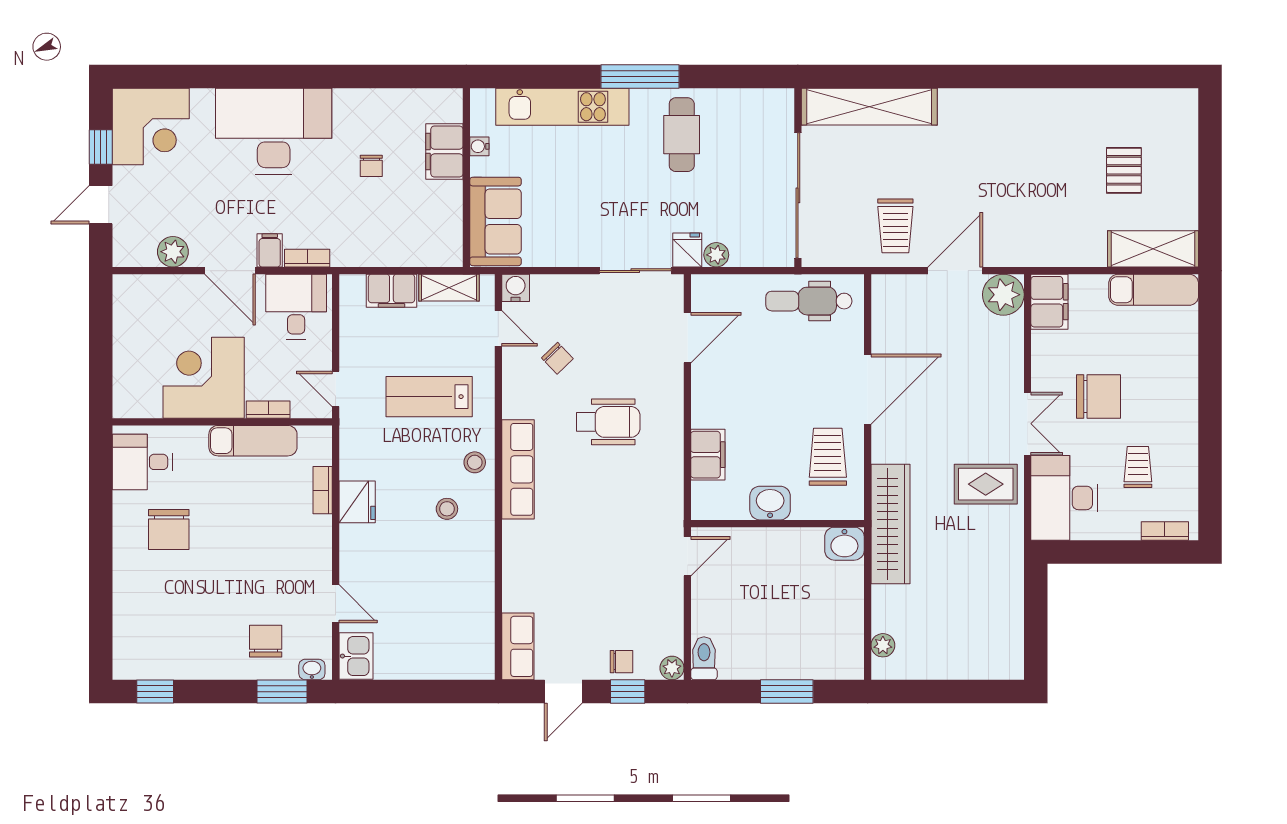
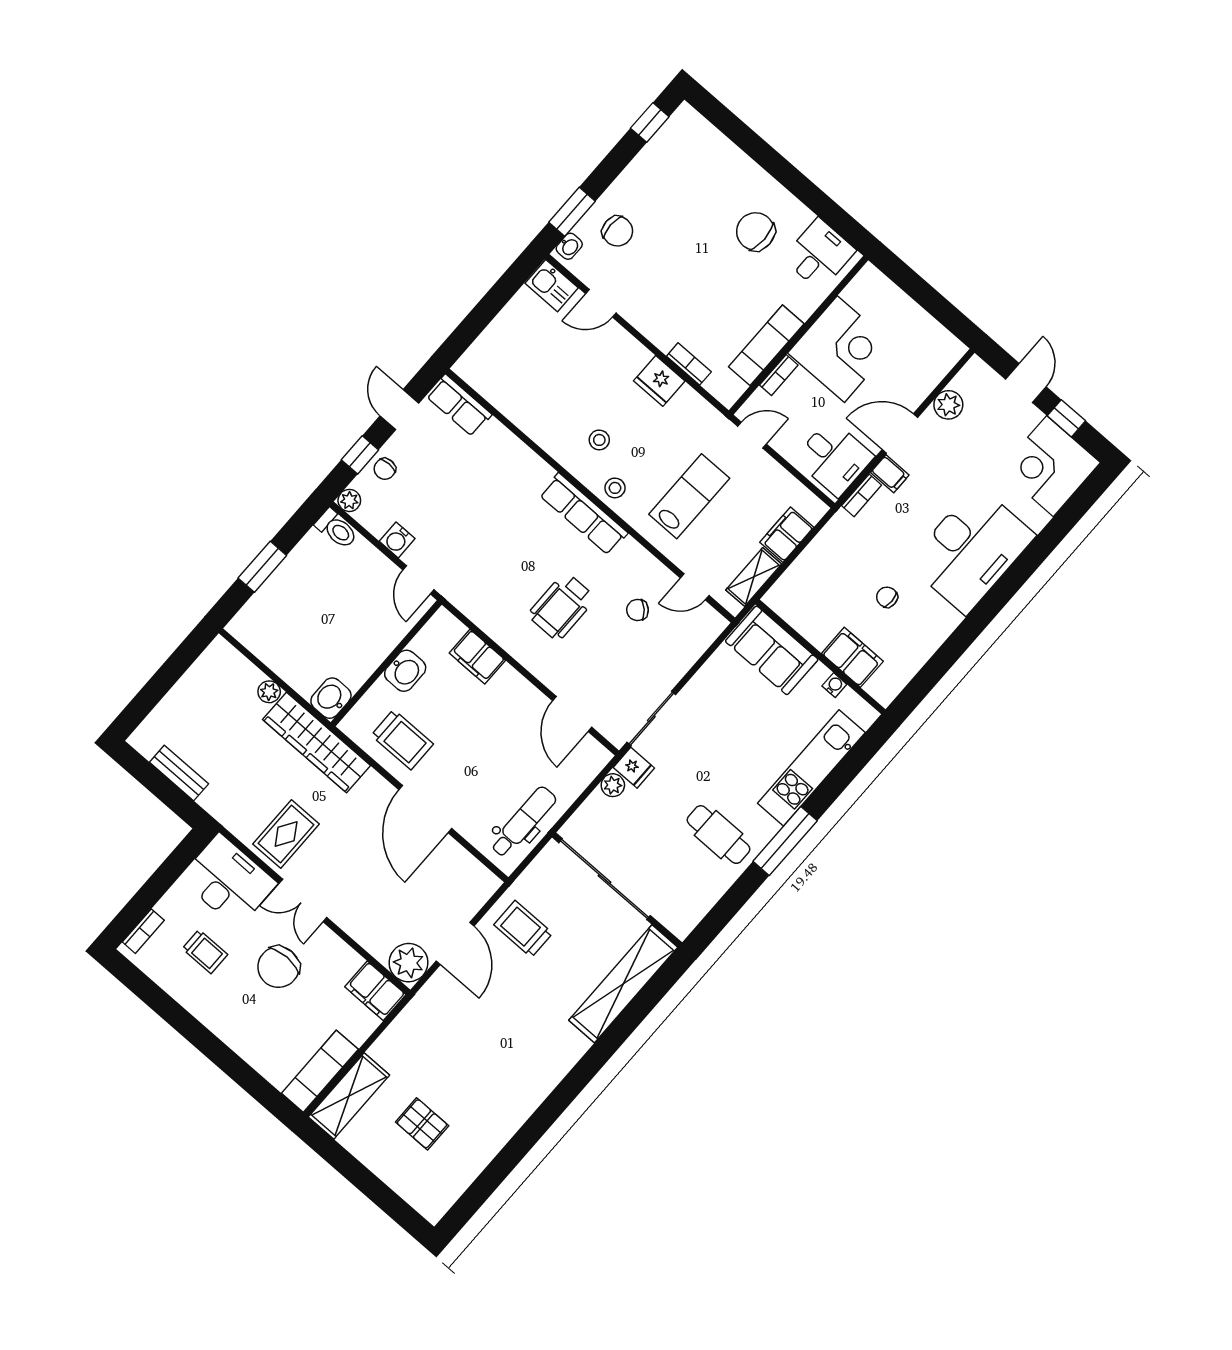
water cooler: (516, 288) -> (397, 540), moved, turned 90
bench: (1012, 614) -> (179, 773), added
plant: (883, 645) -> (269, 692), moved

